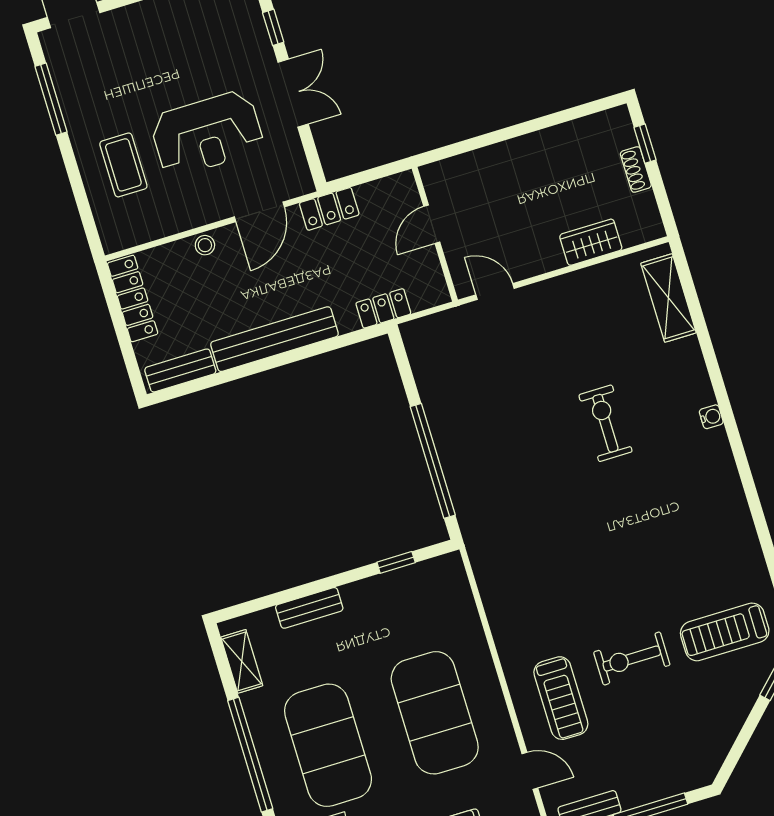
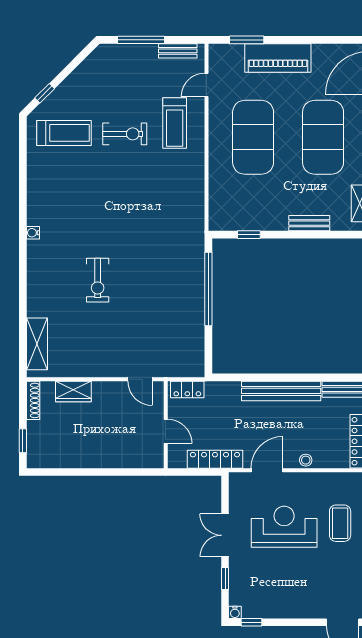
shoe rack: (636, 169) -> (33, 400), moved, width x1.43
locker: (329, 209) -> (215, 459), width x1.53
door: (432, 224) -> (166, 431), hinge flipped
locker: (383, 308) -> (187, 390), moved
water cooler: (711, 417) -> (33, 233), moved
treadmill: (561, 698) -> (175, 123), turned 180
door: (530, 771) -> (206, 85), hinge flipped

